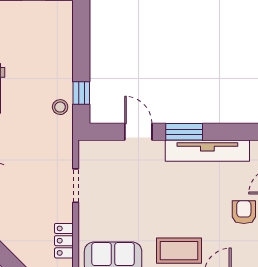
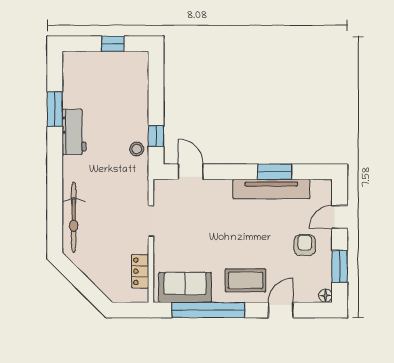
door: (138, 132) -> (191, 172), moved
window: (184, 132) -> (275, 172), moved

